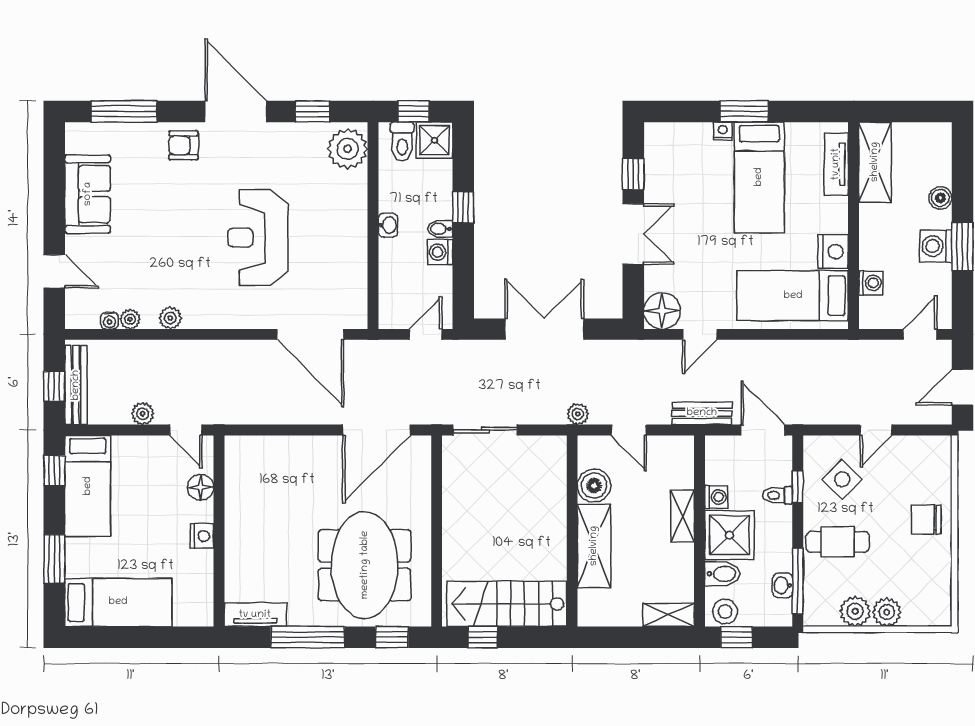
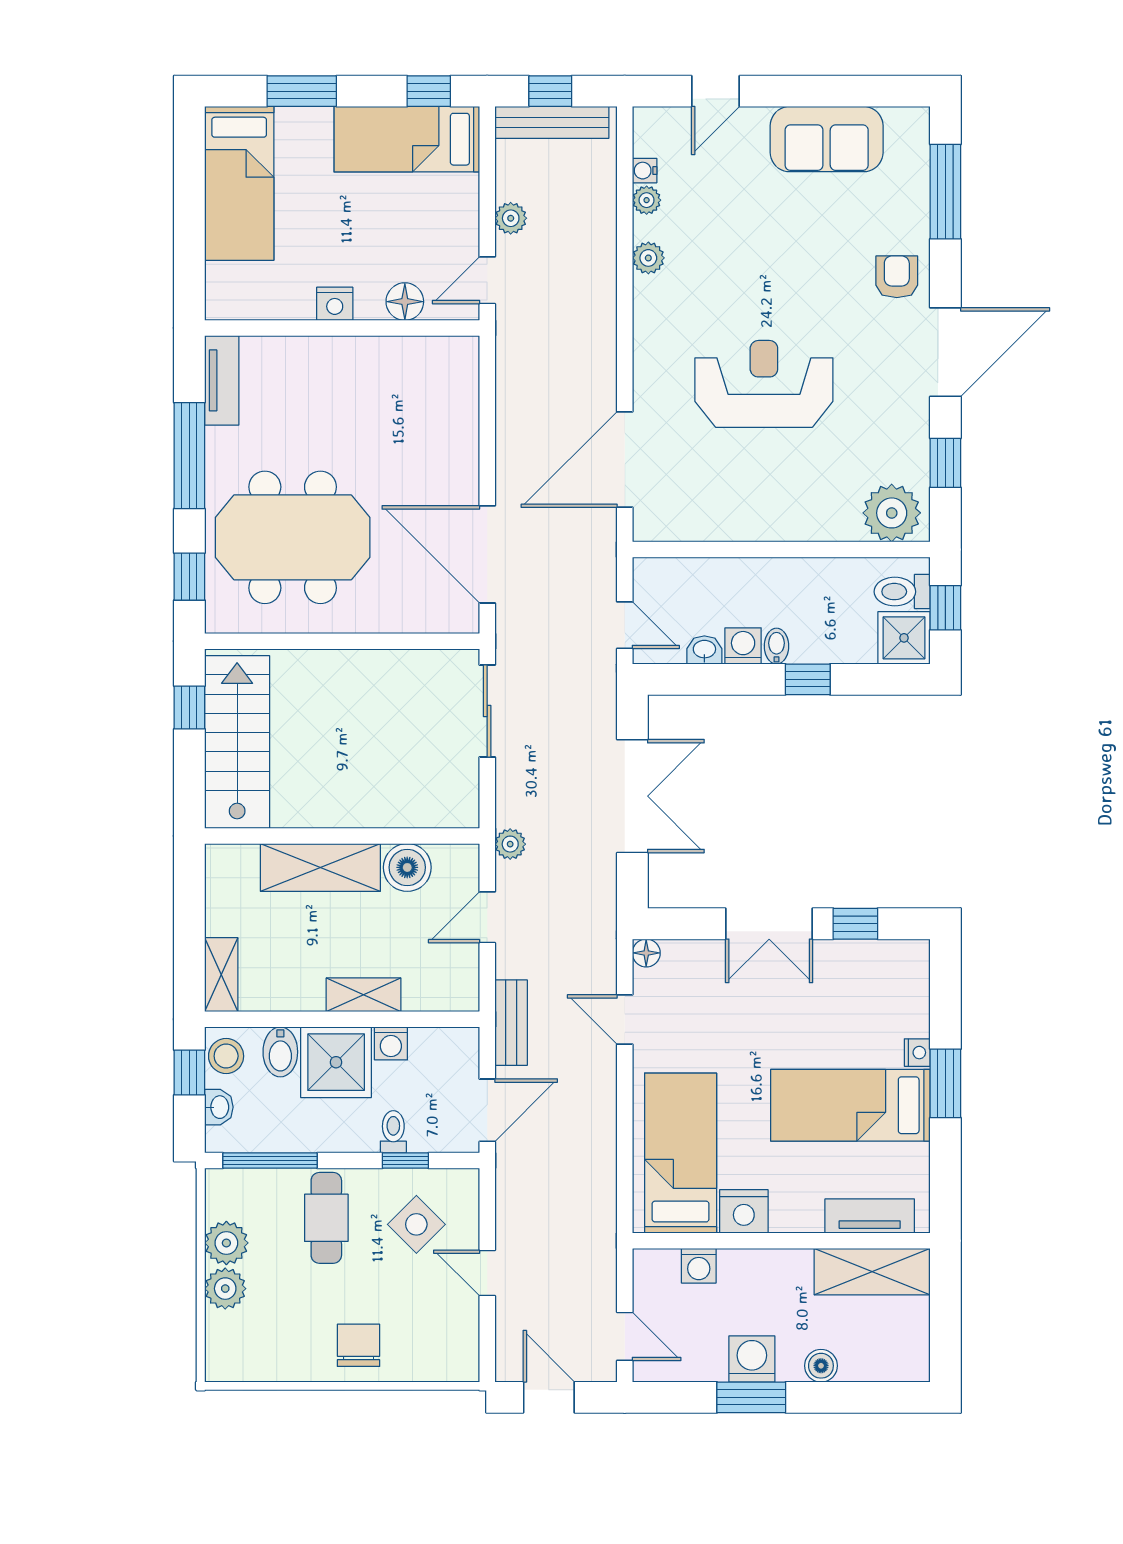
washbasin: (388, 225) -> (704, 650), moved, turned 180
floor lamp: (662, 311) -> (646, 953), width x0.53, depth x0.53
washbasin: (783, 585) -> (219, 1107), moved, turned 90

